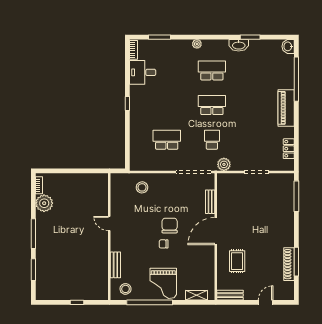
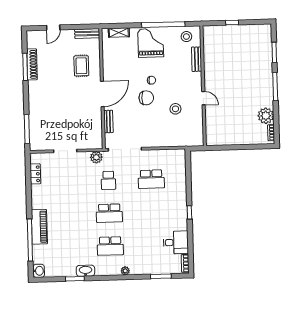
piano: (286, 108) -> (39, 227), moved
stool: (142, 187) -> (175, 109), moved
chair: (170, 226) -> (146, 98), turned -90

